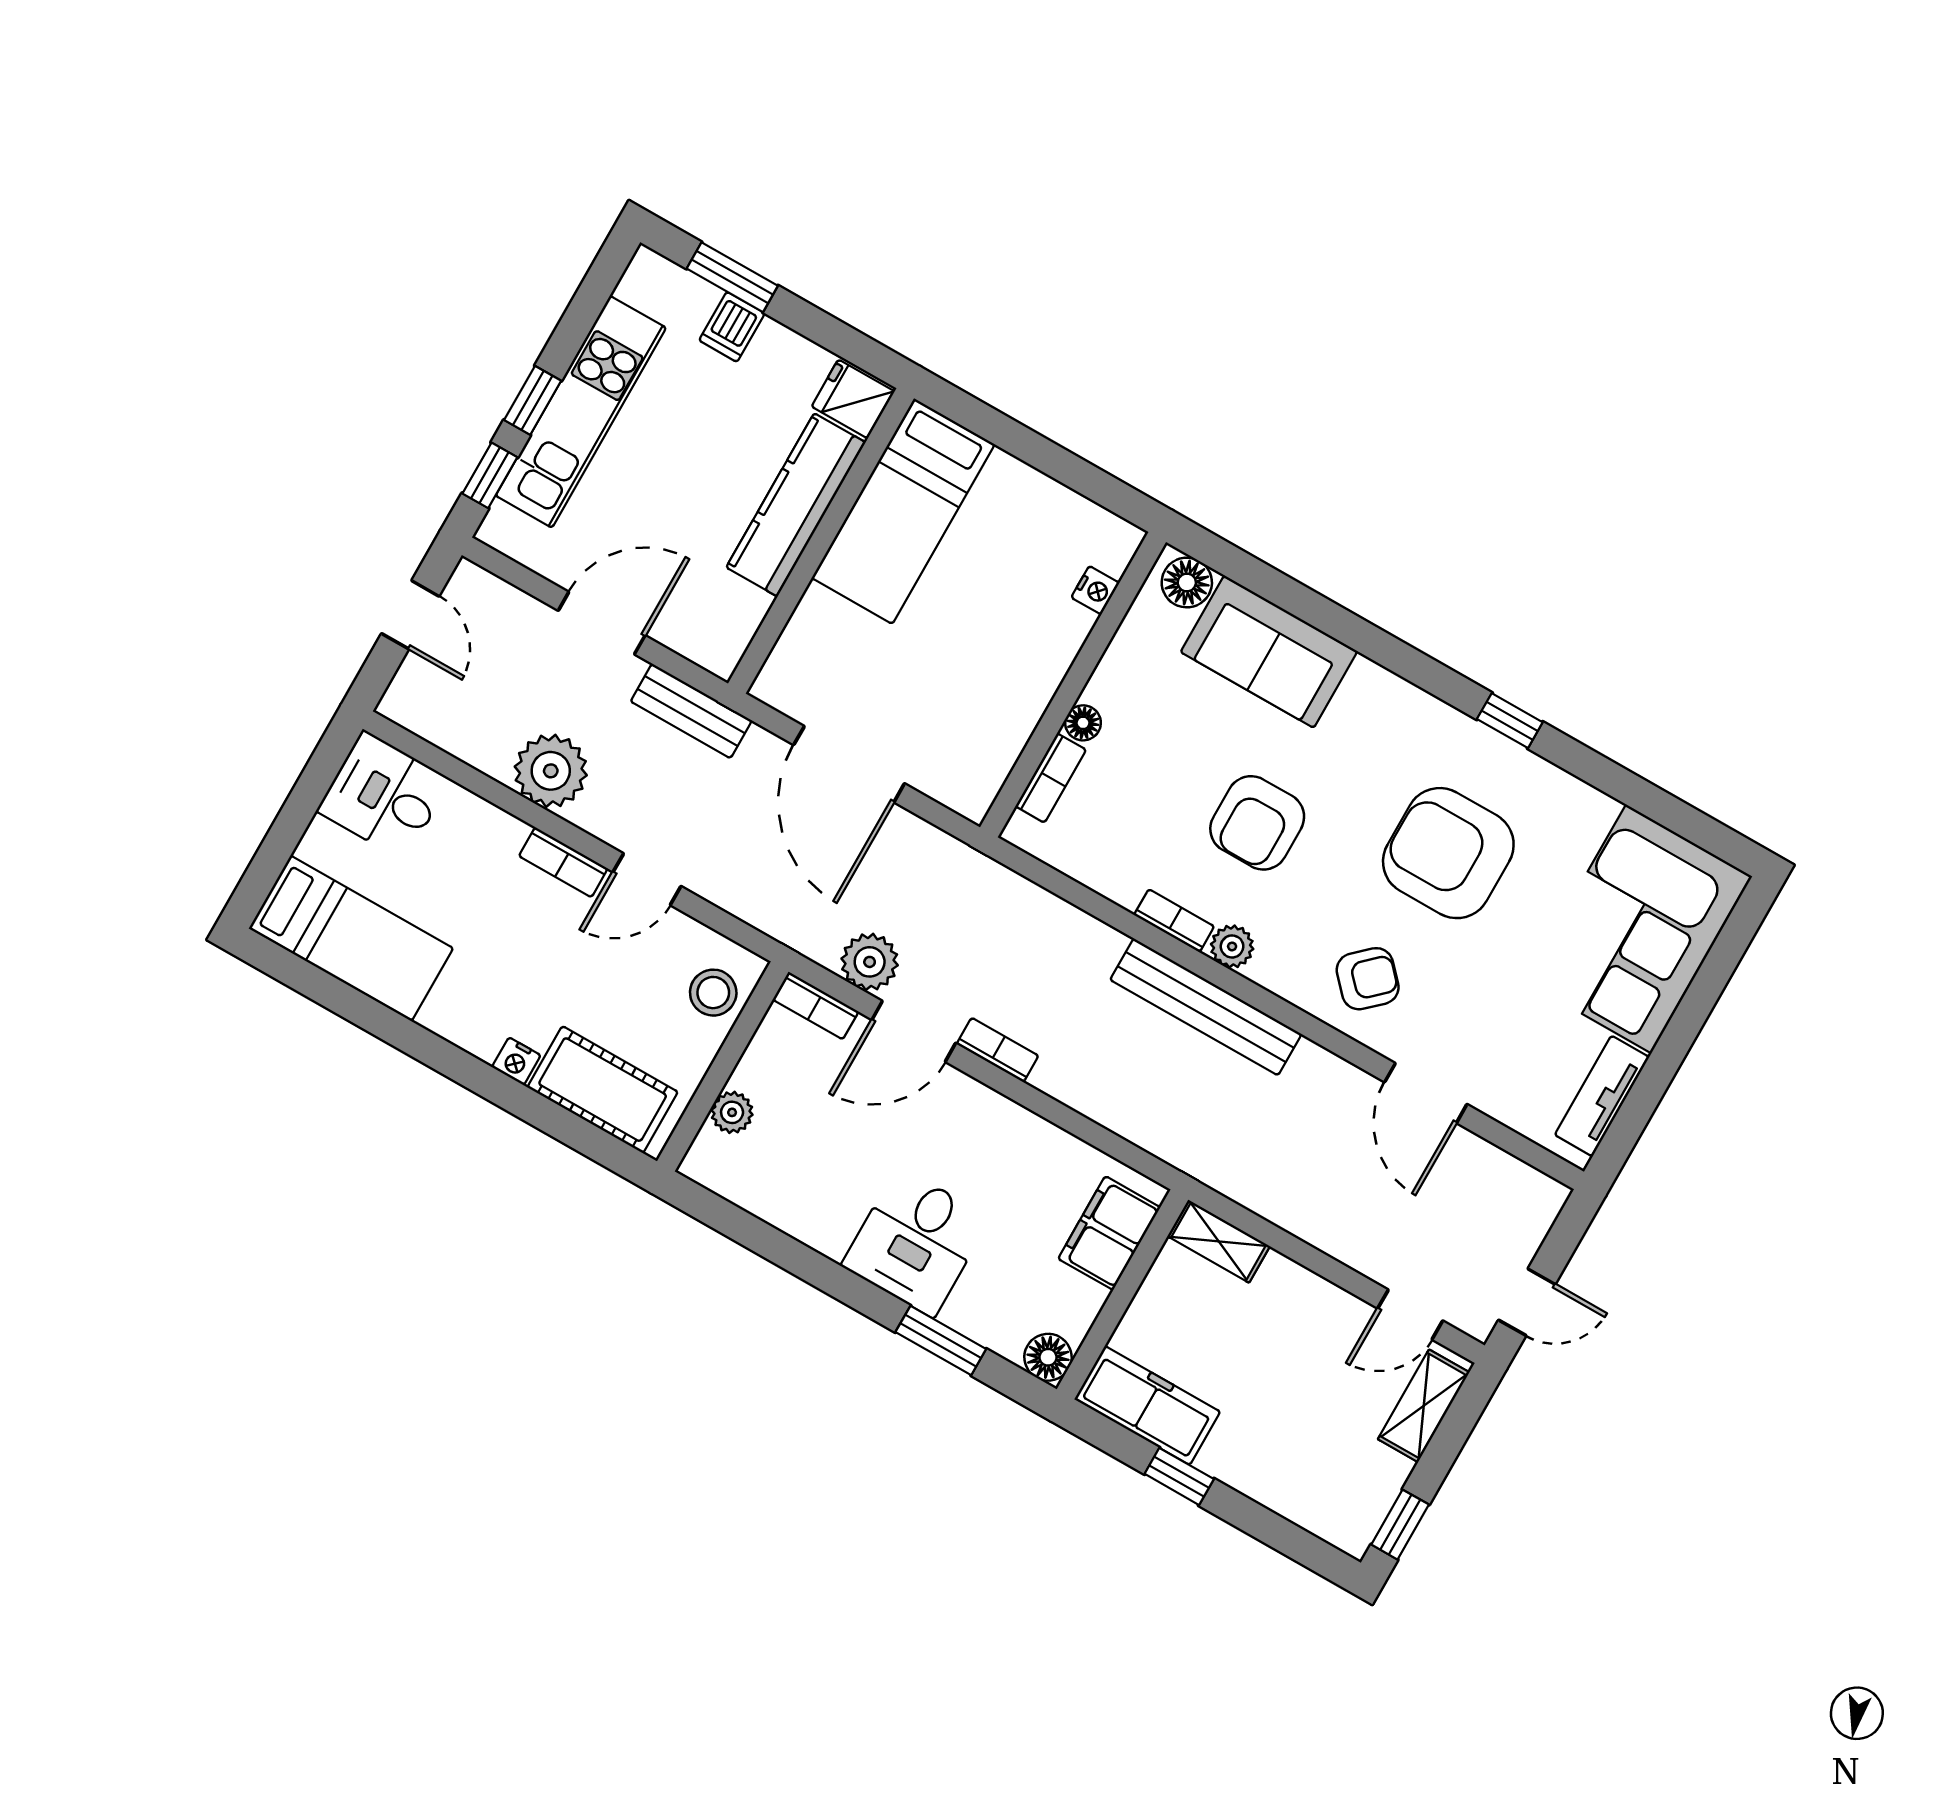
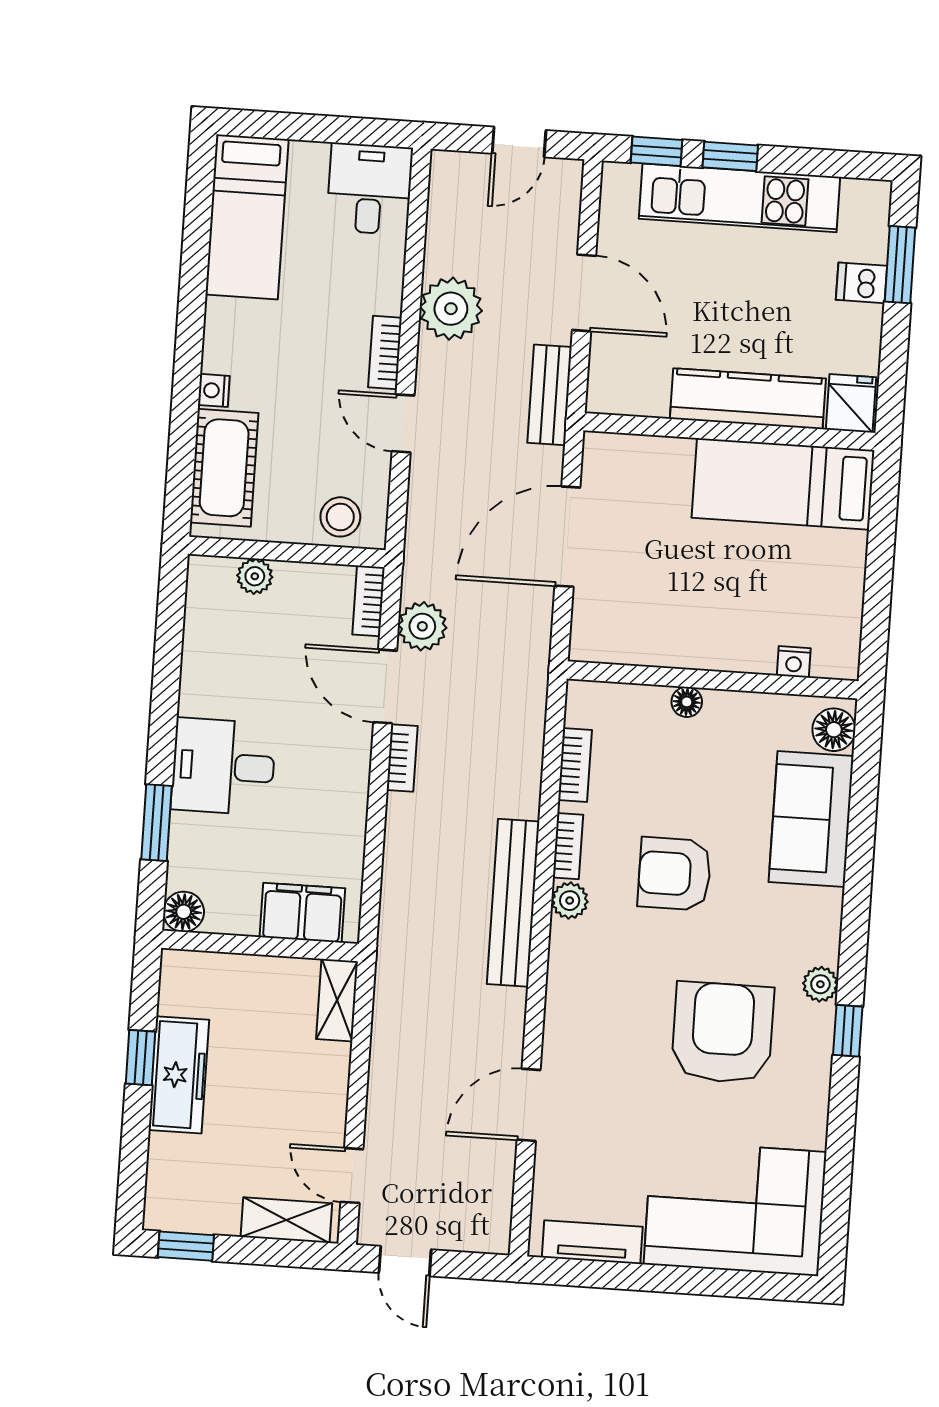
plant: (1447, 726) -> (820, 984), added
bookcase: (1051, 778) -> (575, 765), moved, turned -90
armchair: (1368, 979) -> (595, 1017), removed
freezer: (1147, 1405) -> (179, 1075), moved

